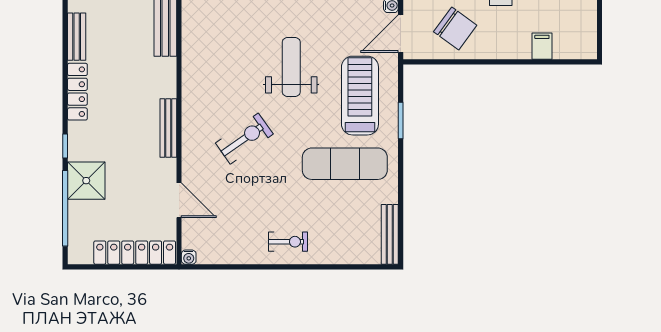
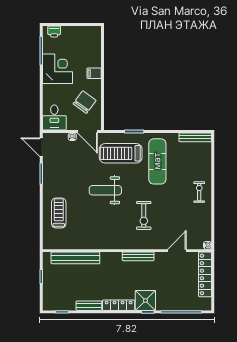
filing cabinet: (542, 46) -> (94, 73), moved
exercise bike: (244, 139) -> (144, 216), turned -145
shower: (86, 181) -> (145, 300), moved

